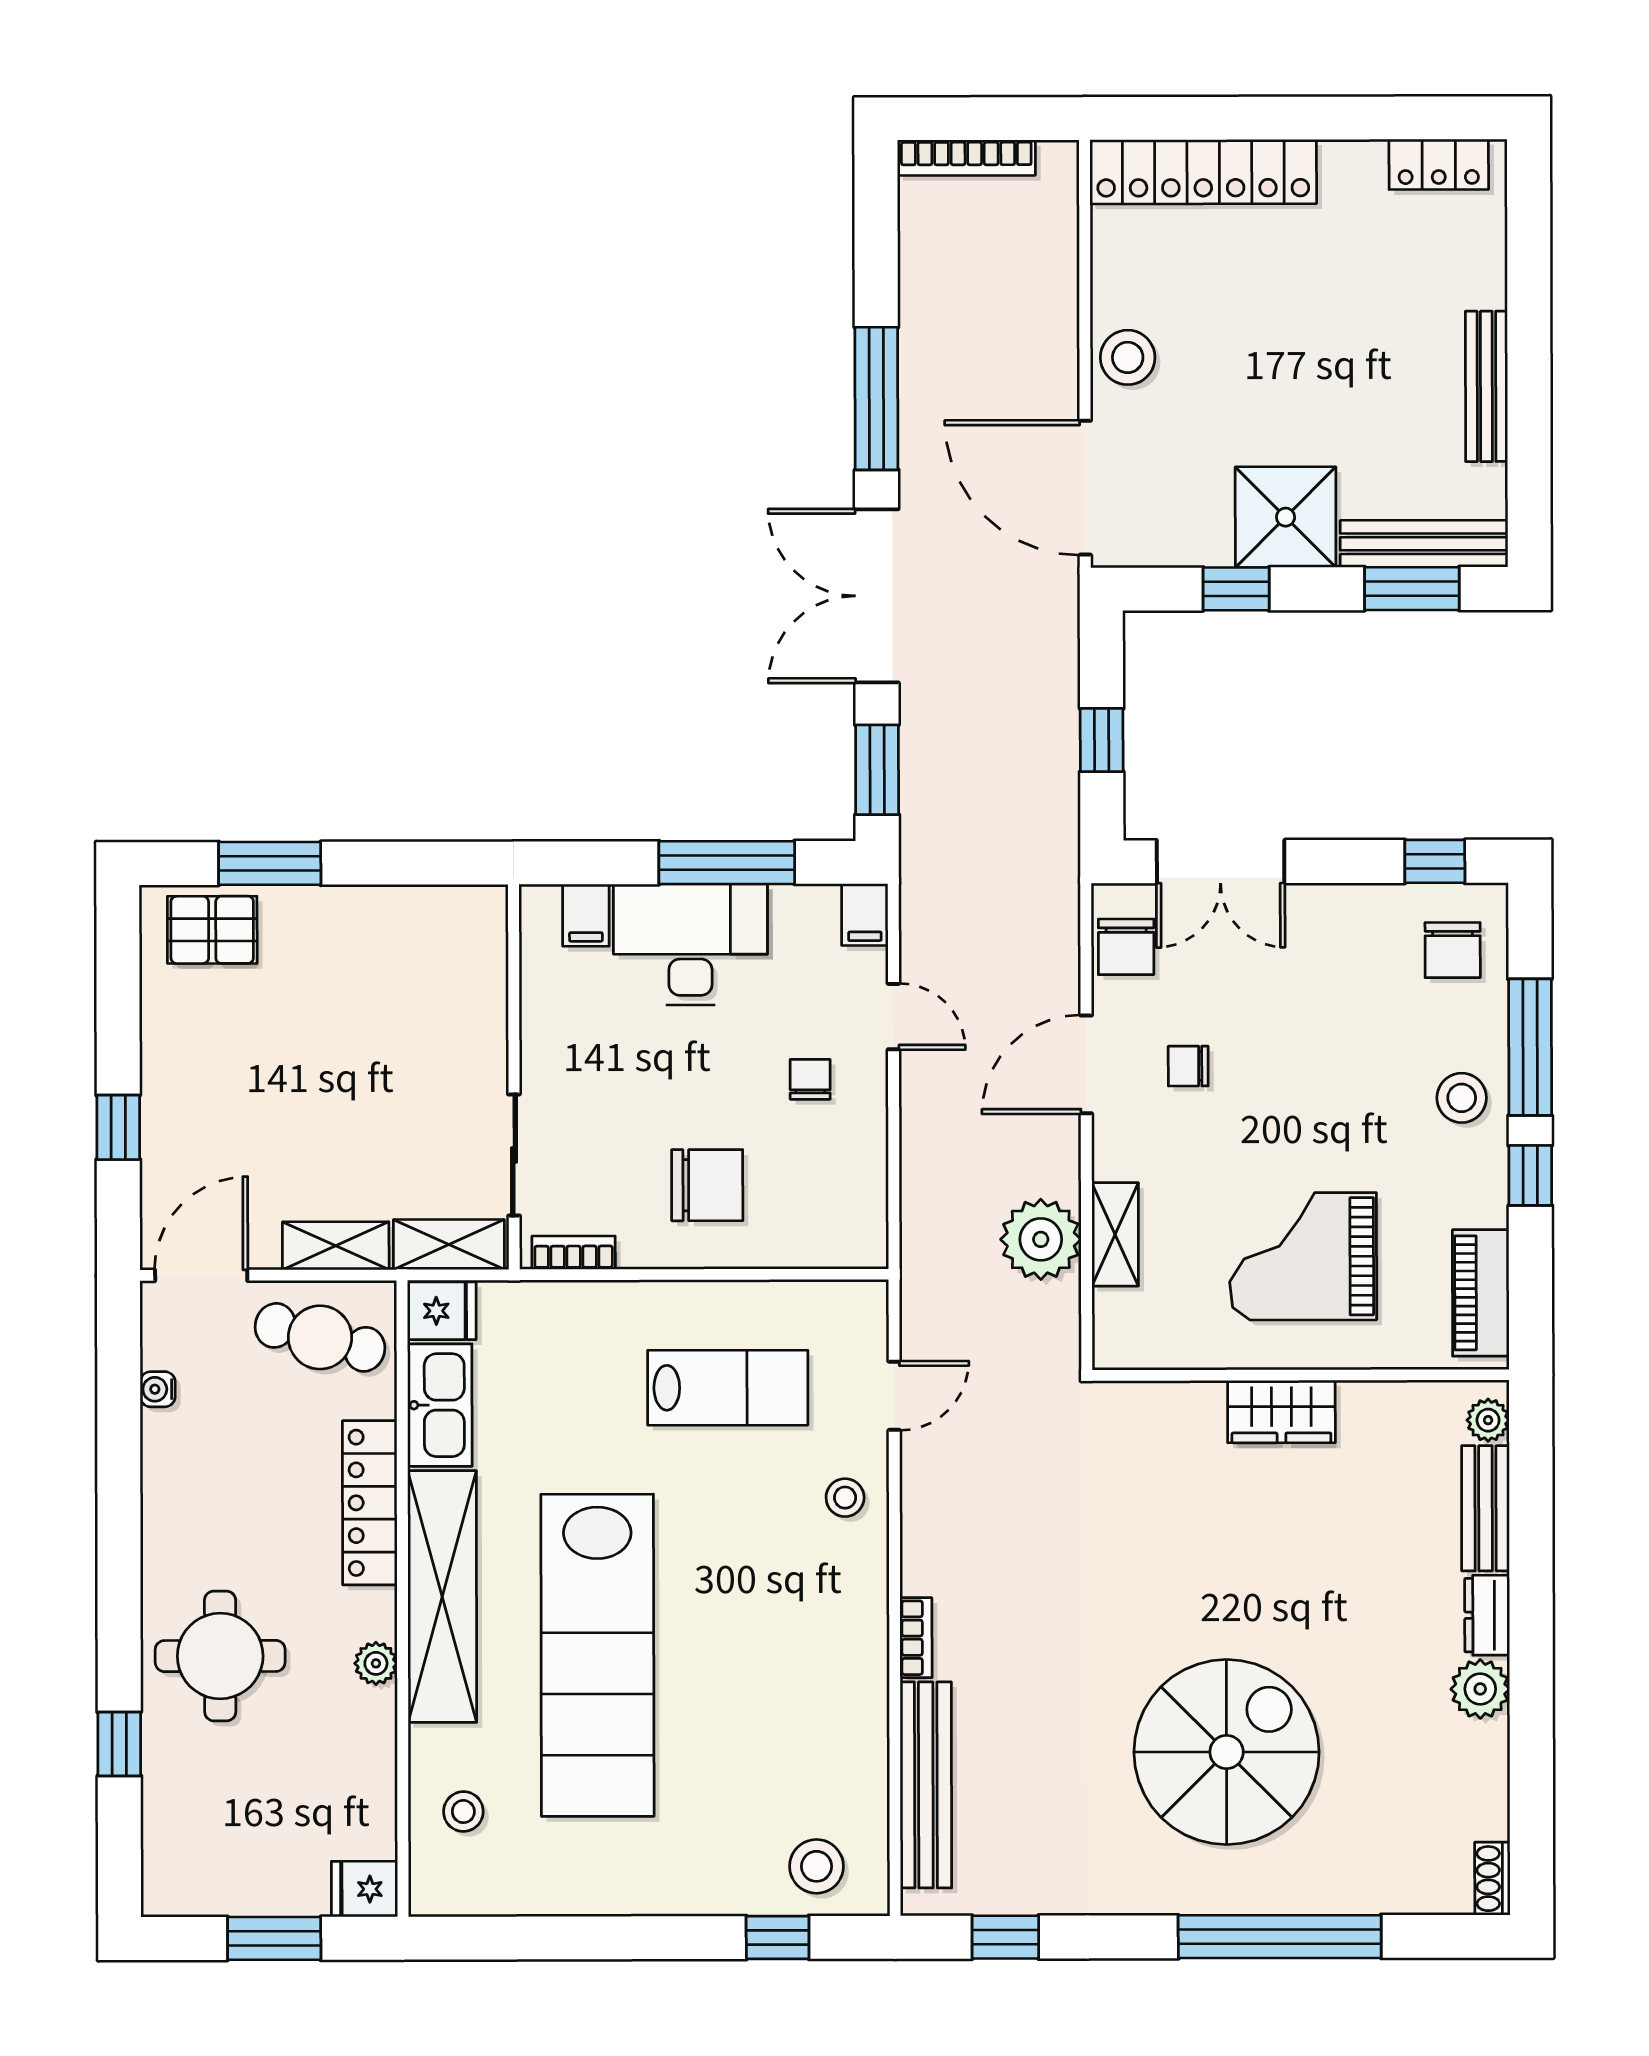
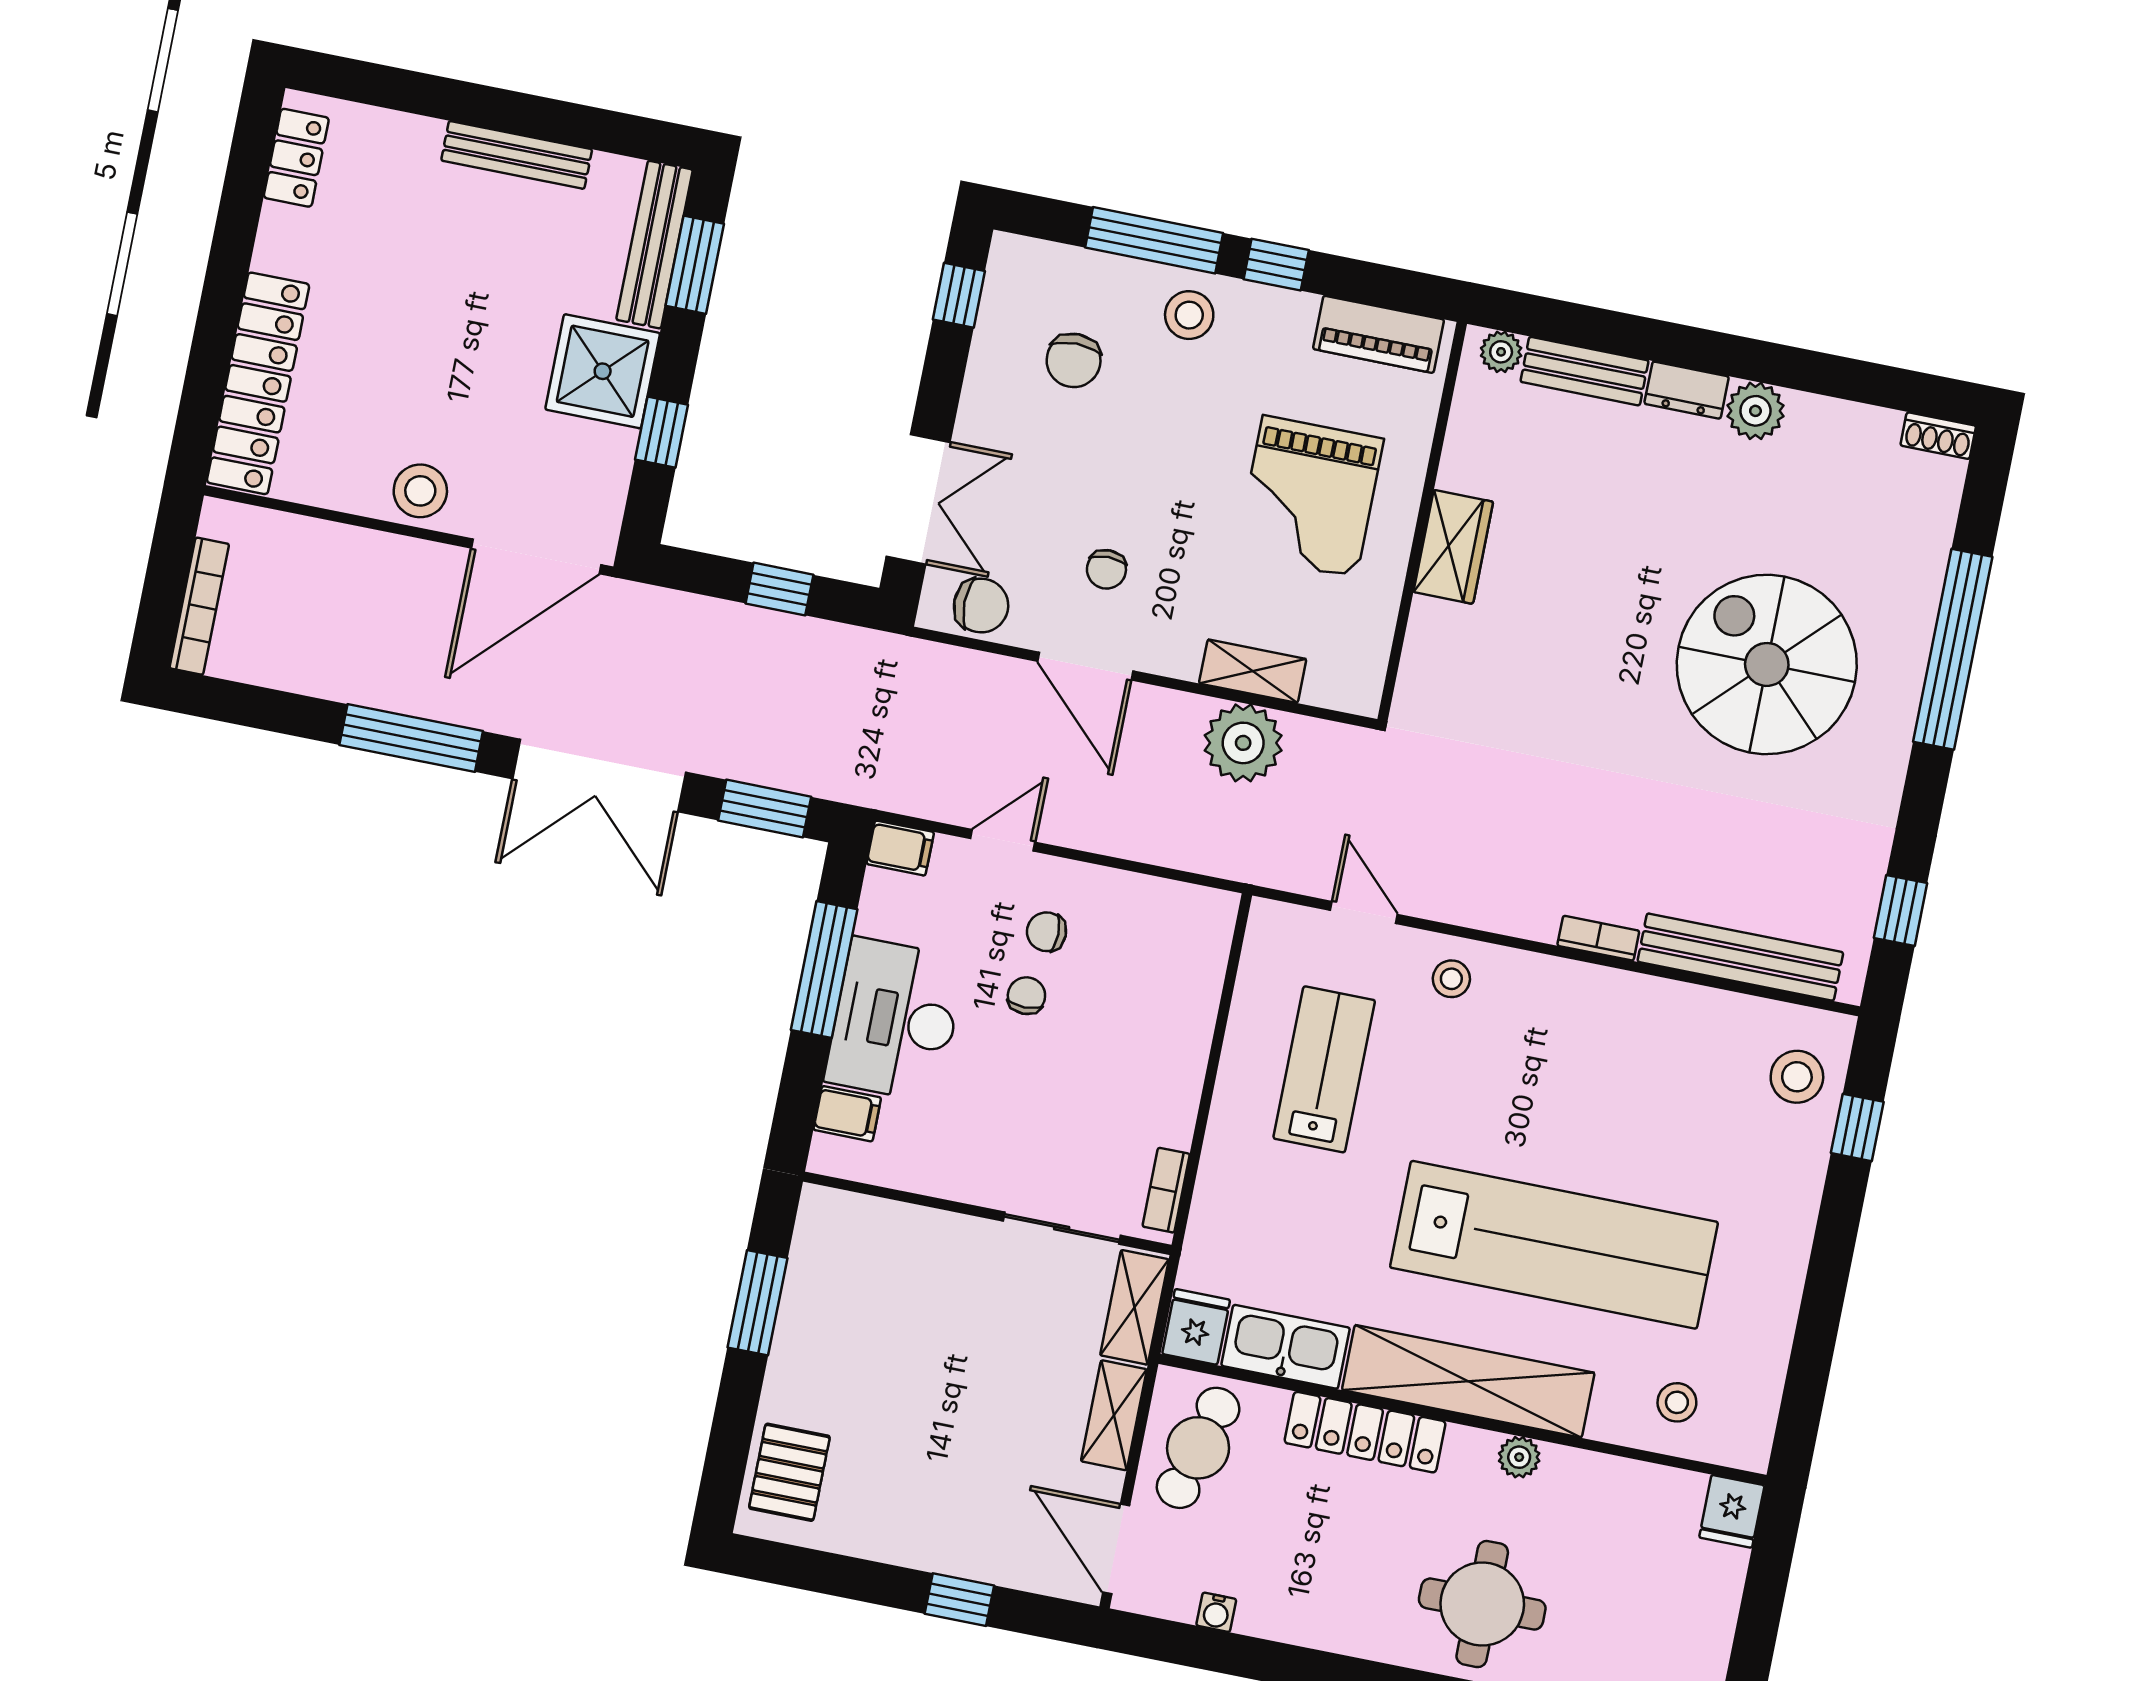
window: (270, 863) -> (758, 1303), moved
chair: (1453, 950) -> (1074, 360), moved, turned 90
chair: (707, 1185) -> (1026, 996), moved, width x0.54, depth x0.54
window: (274, 1938) -> (1761, 1607), removed

